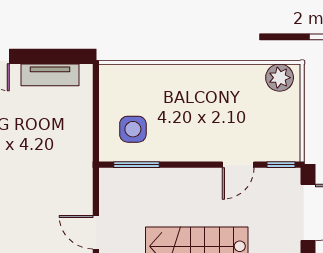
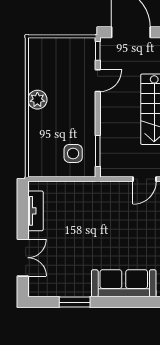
plant: (280, 78) -> (37, 100), moved
door: (238, 165) -> (98, 81), hinge flipped

